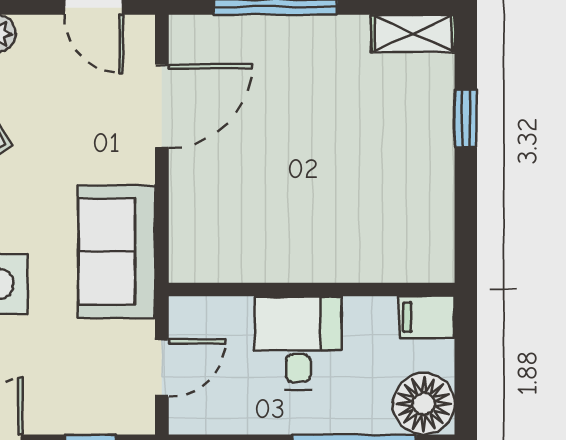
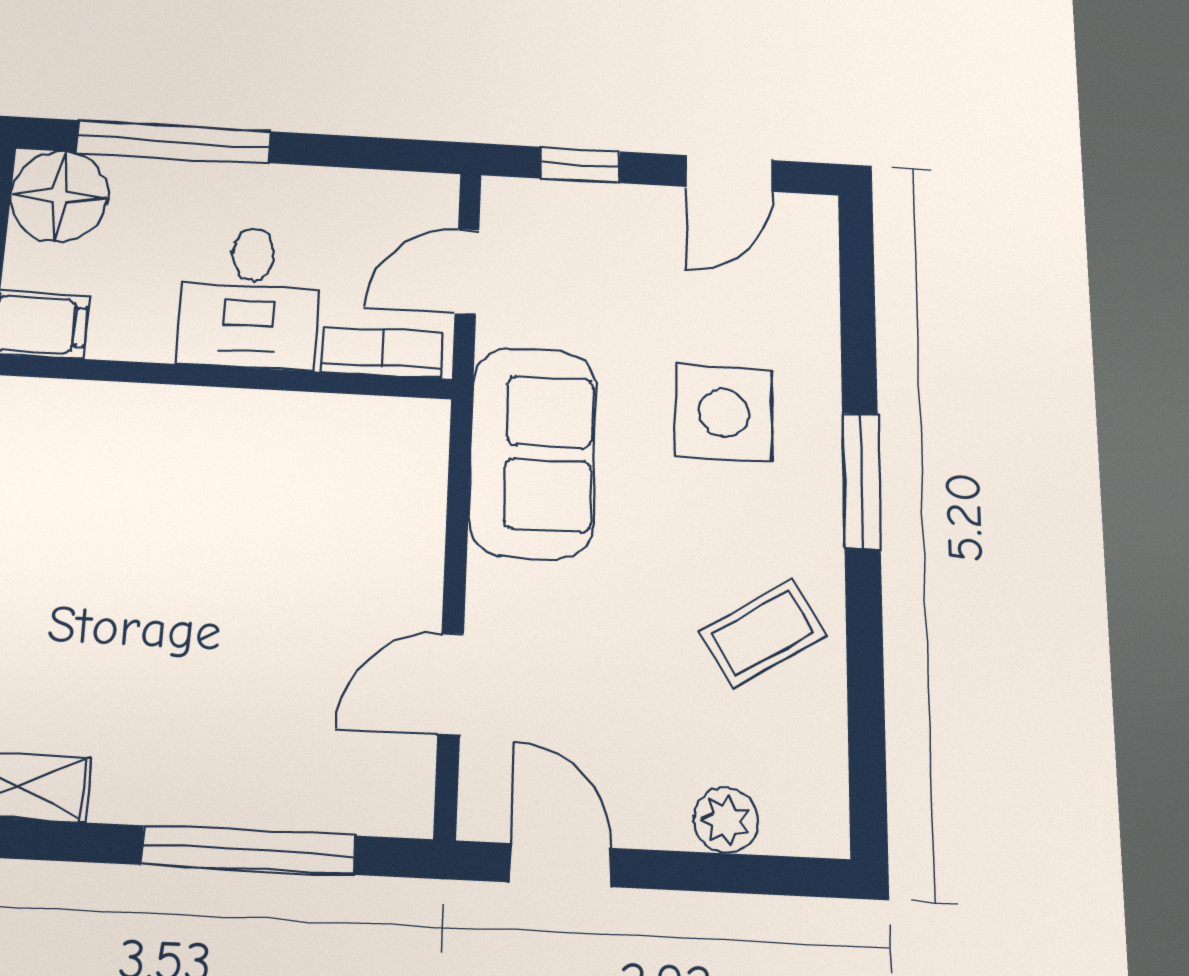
door: (162, 106) -> (451, 684), width x0.73
bookcase: (213, 311) -> (382, 352), added

